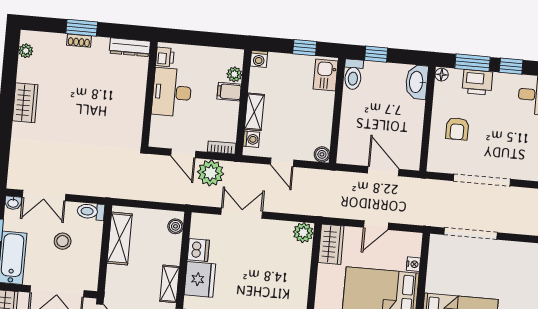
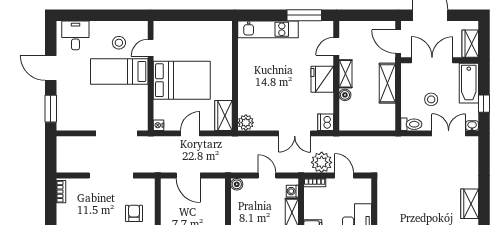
boiler: (175, 226) -> (345, 95), moved
shelving: (120, 238) -> (387, 83), moved
dishwasher: (198, 250) -> (326, 122), moved
nightstand: (413, 264) -> (159, 125), moved

